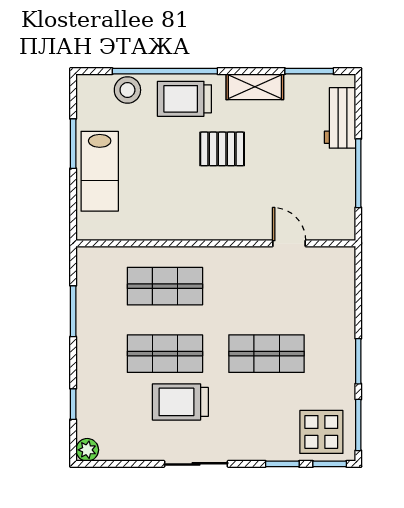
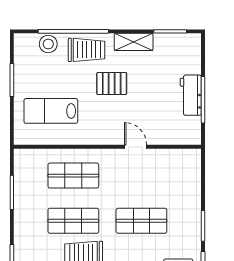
trolley: (184, 99) -> (86, 50), turned 180
workbench: (340, 118) -> (191, 95), moved
lab bench: (100, 171) -> (51, 111), moved, turned 90
door: (289, 243) -> (136, 147), moved

